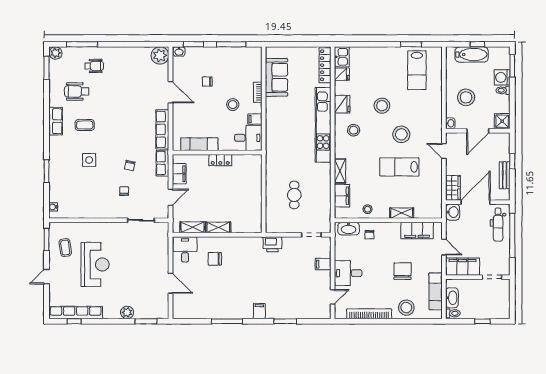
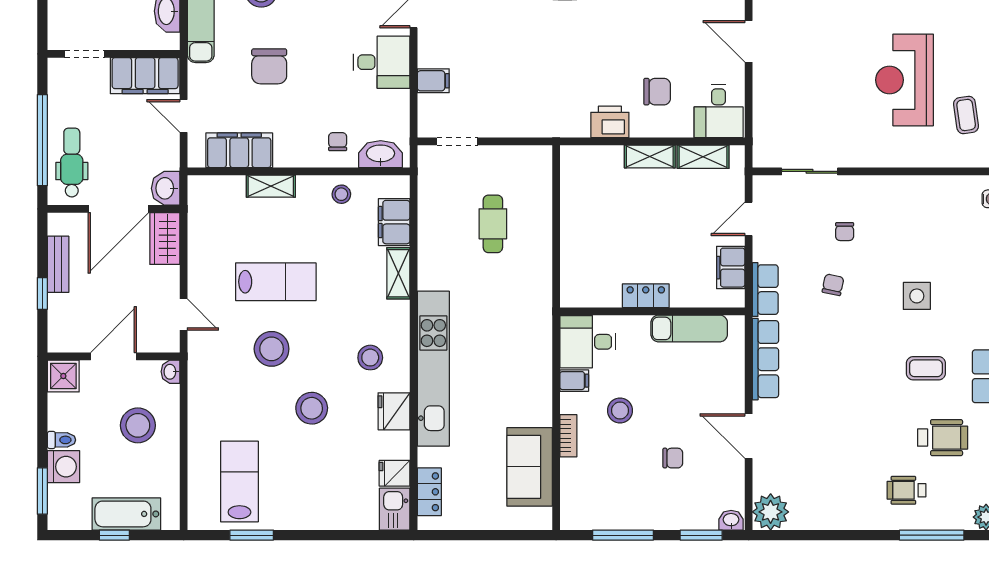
locker: (325, 65) -> (429, 492), width x0.66
printer: (272, 244) -> (610, 122), moved

